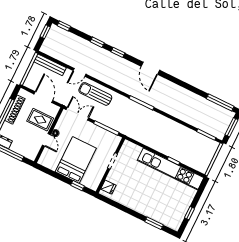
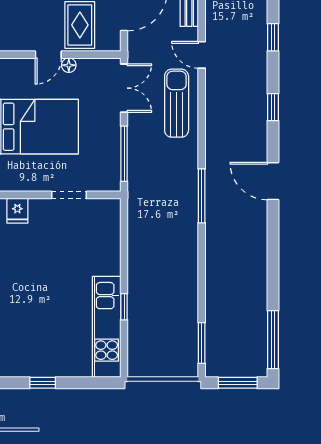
window: (97, 42) -> (273, 37), moved
door: (150, 68) -> (273, 181), hinge flipped
kitchen unit: (171, 169) -> (107, 327), width x0.73

